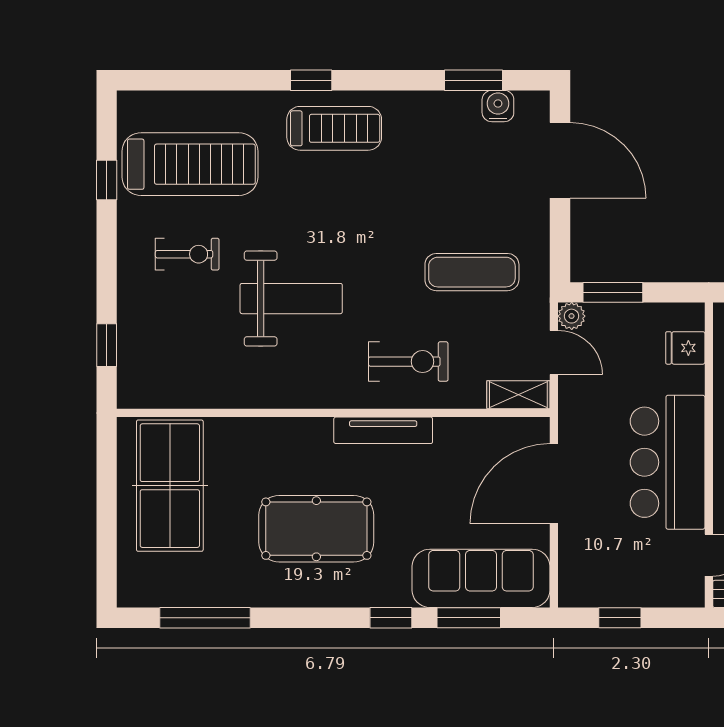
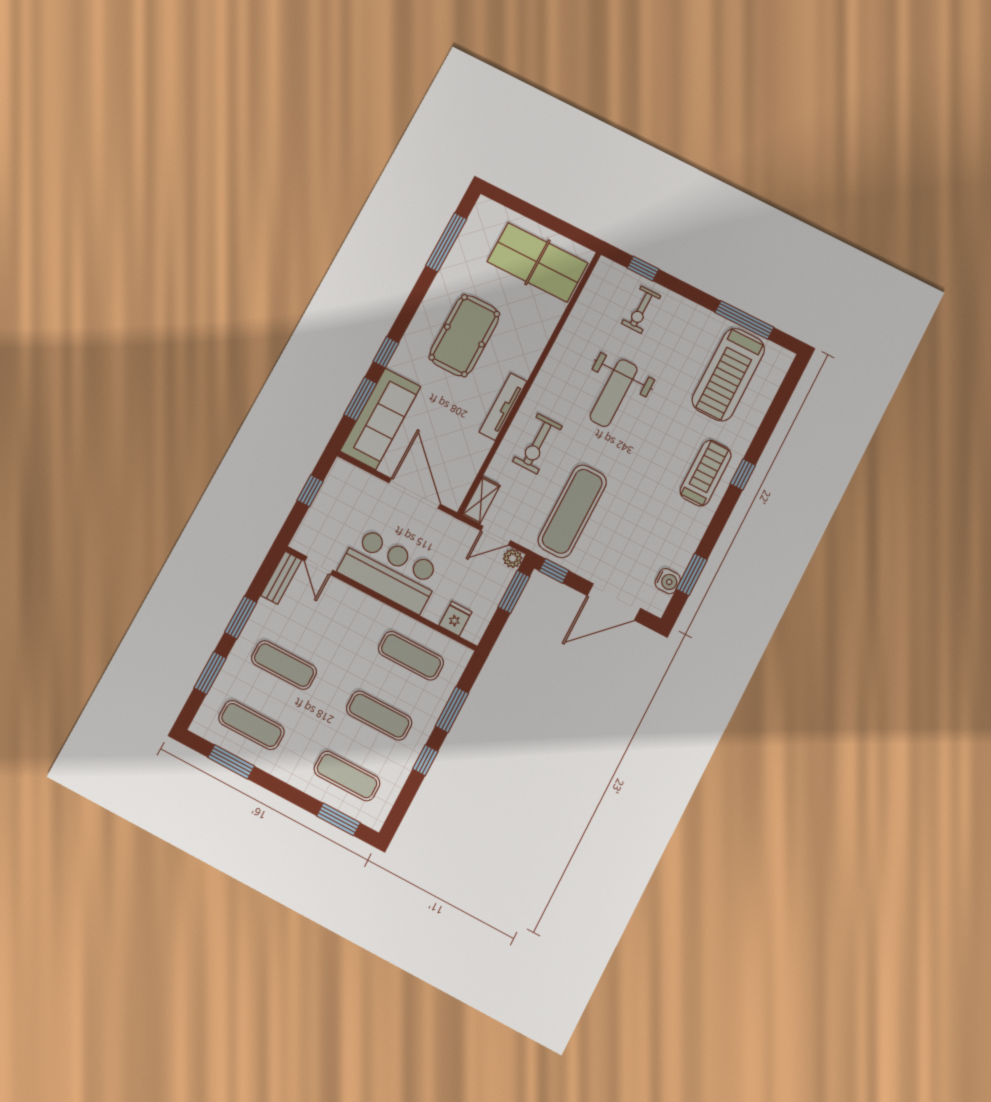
treadmill: (334, 128) -> (706, 473), turned 180
window: (107, 180) -> (744, 320), width x2.17
exercise bike: (187, 254) -> (641, 310), moved
window: (560, 256) -> (554, 571), added
exercise mat: (472, 272) -> (572, 511), width x1.36, depth x1.45

